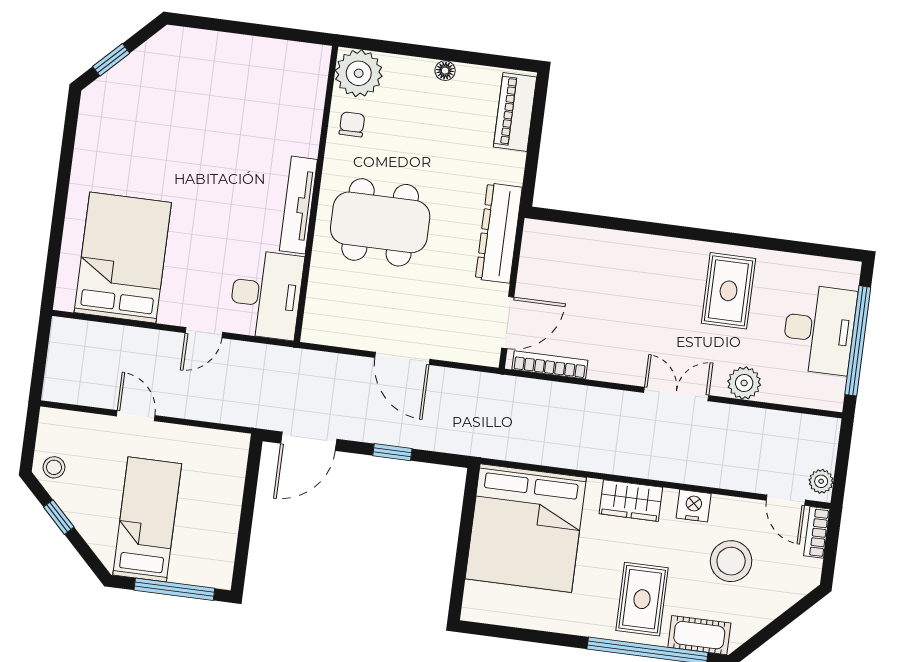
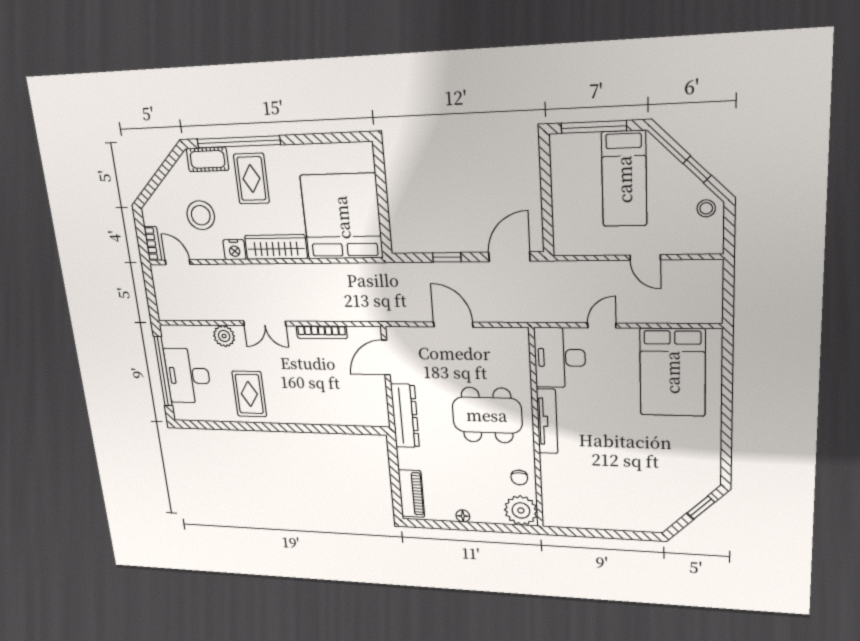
bookcase: (550, 365) -> (322, 332), moved
plant: (821, 481) -> (160, 278), removed
wardrobe: (631, 501) -> (276, 247), width x1.50

